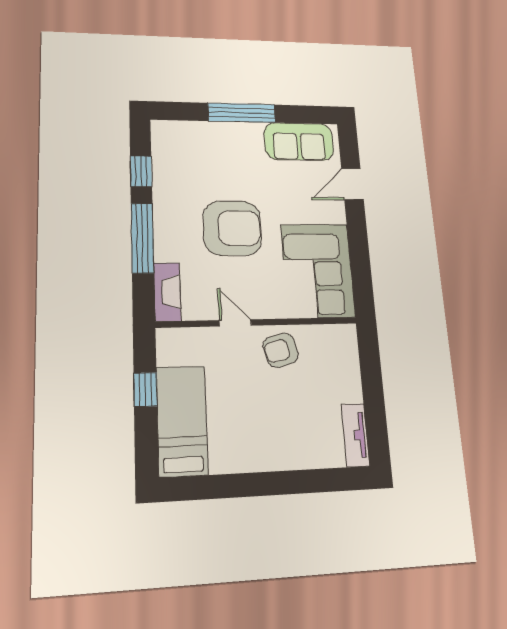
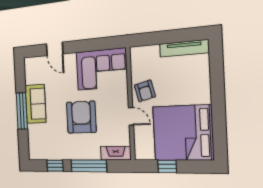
sofa: (299, 141) -> (35, 104), moved
door: (235, 323) -> (131, 116), swing flipped
bed: (182, 421) -> (183, 133), width x2.04
tv unit: (355, 435) -> (184, 48), width x1.41

